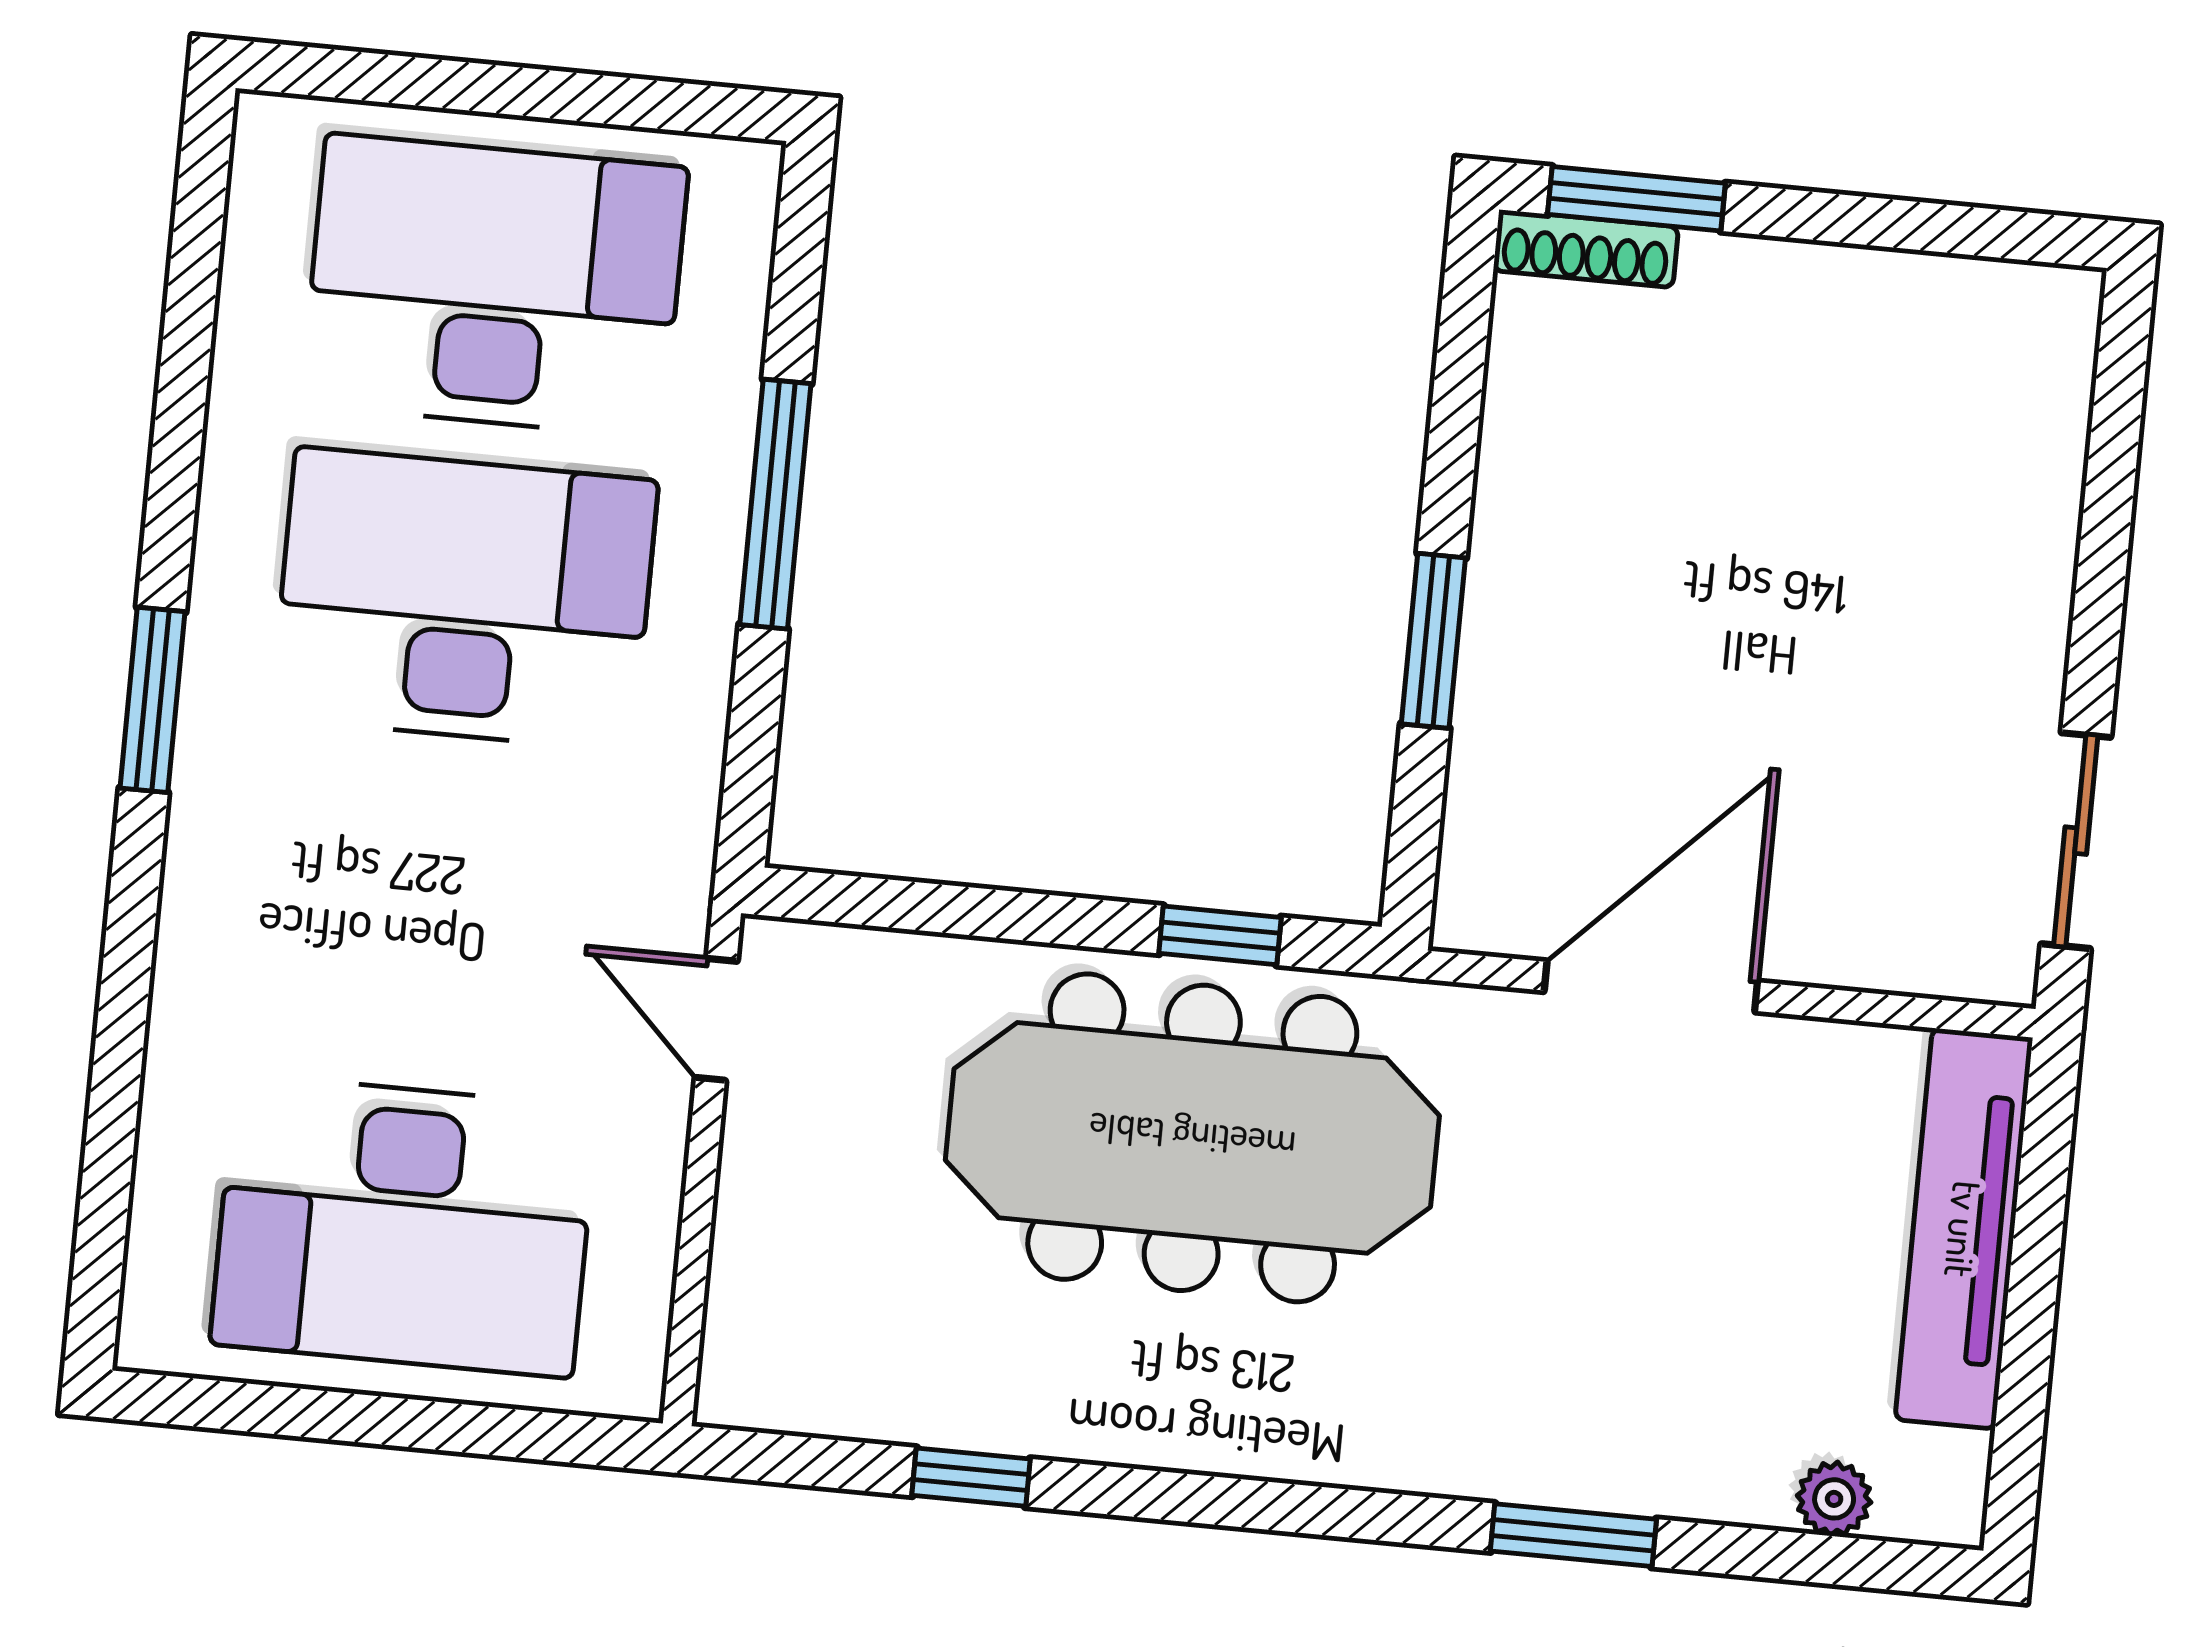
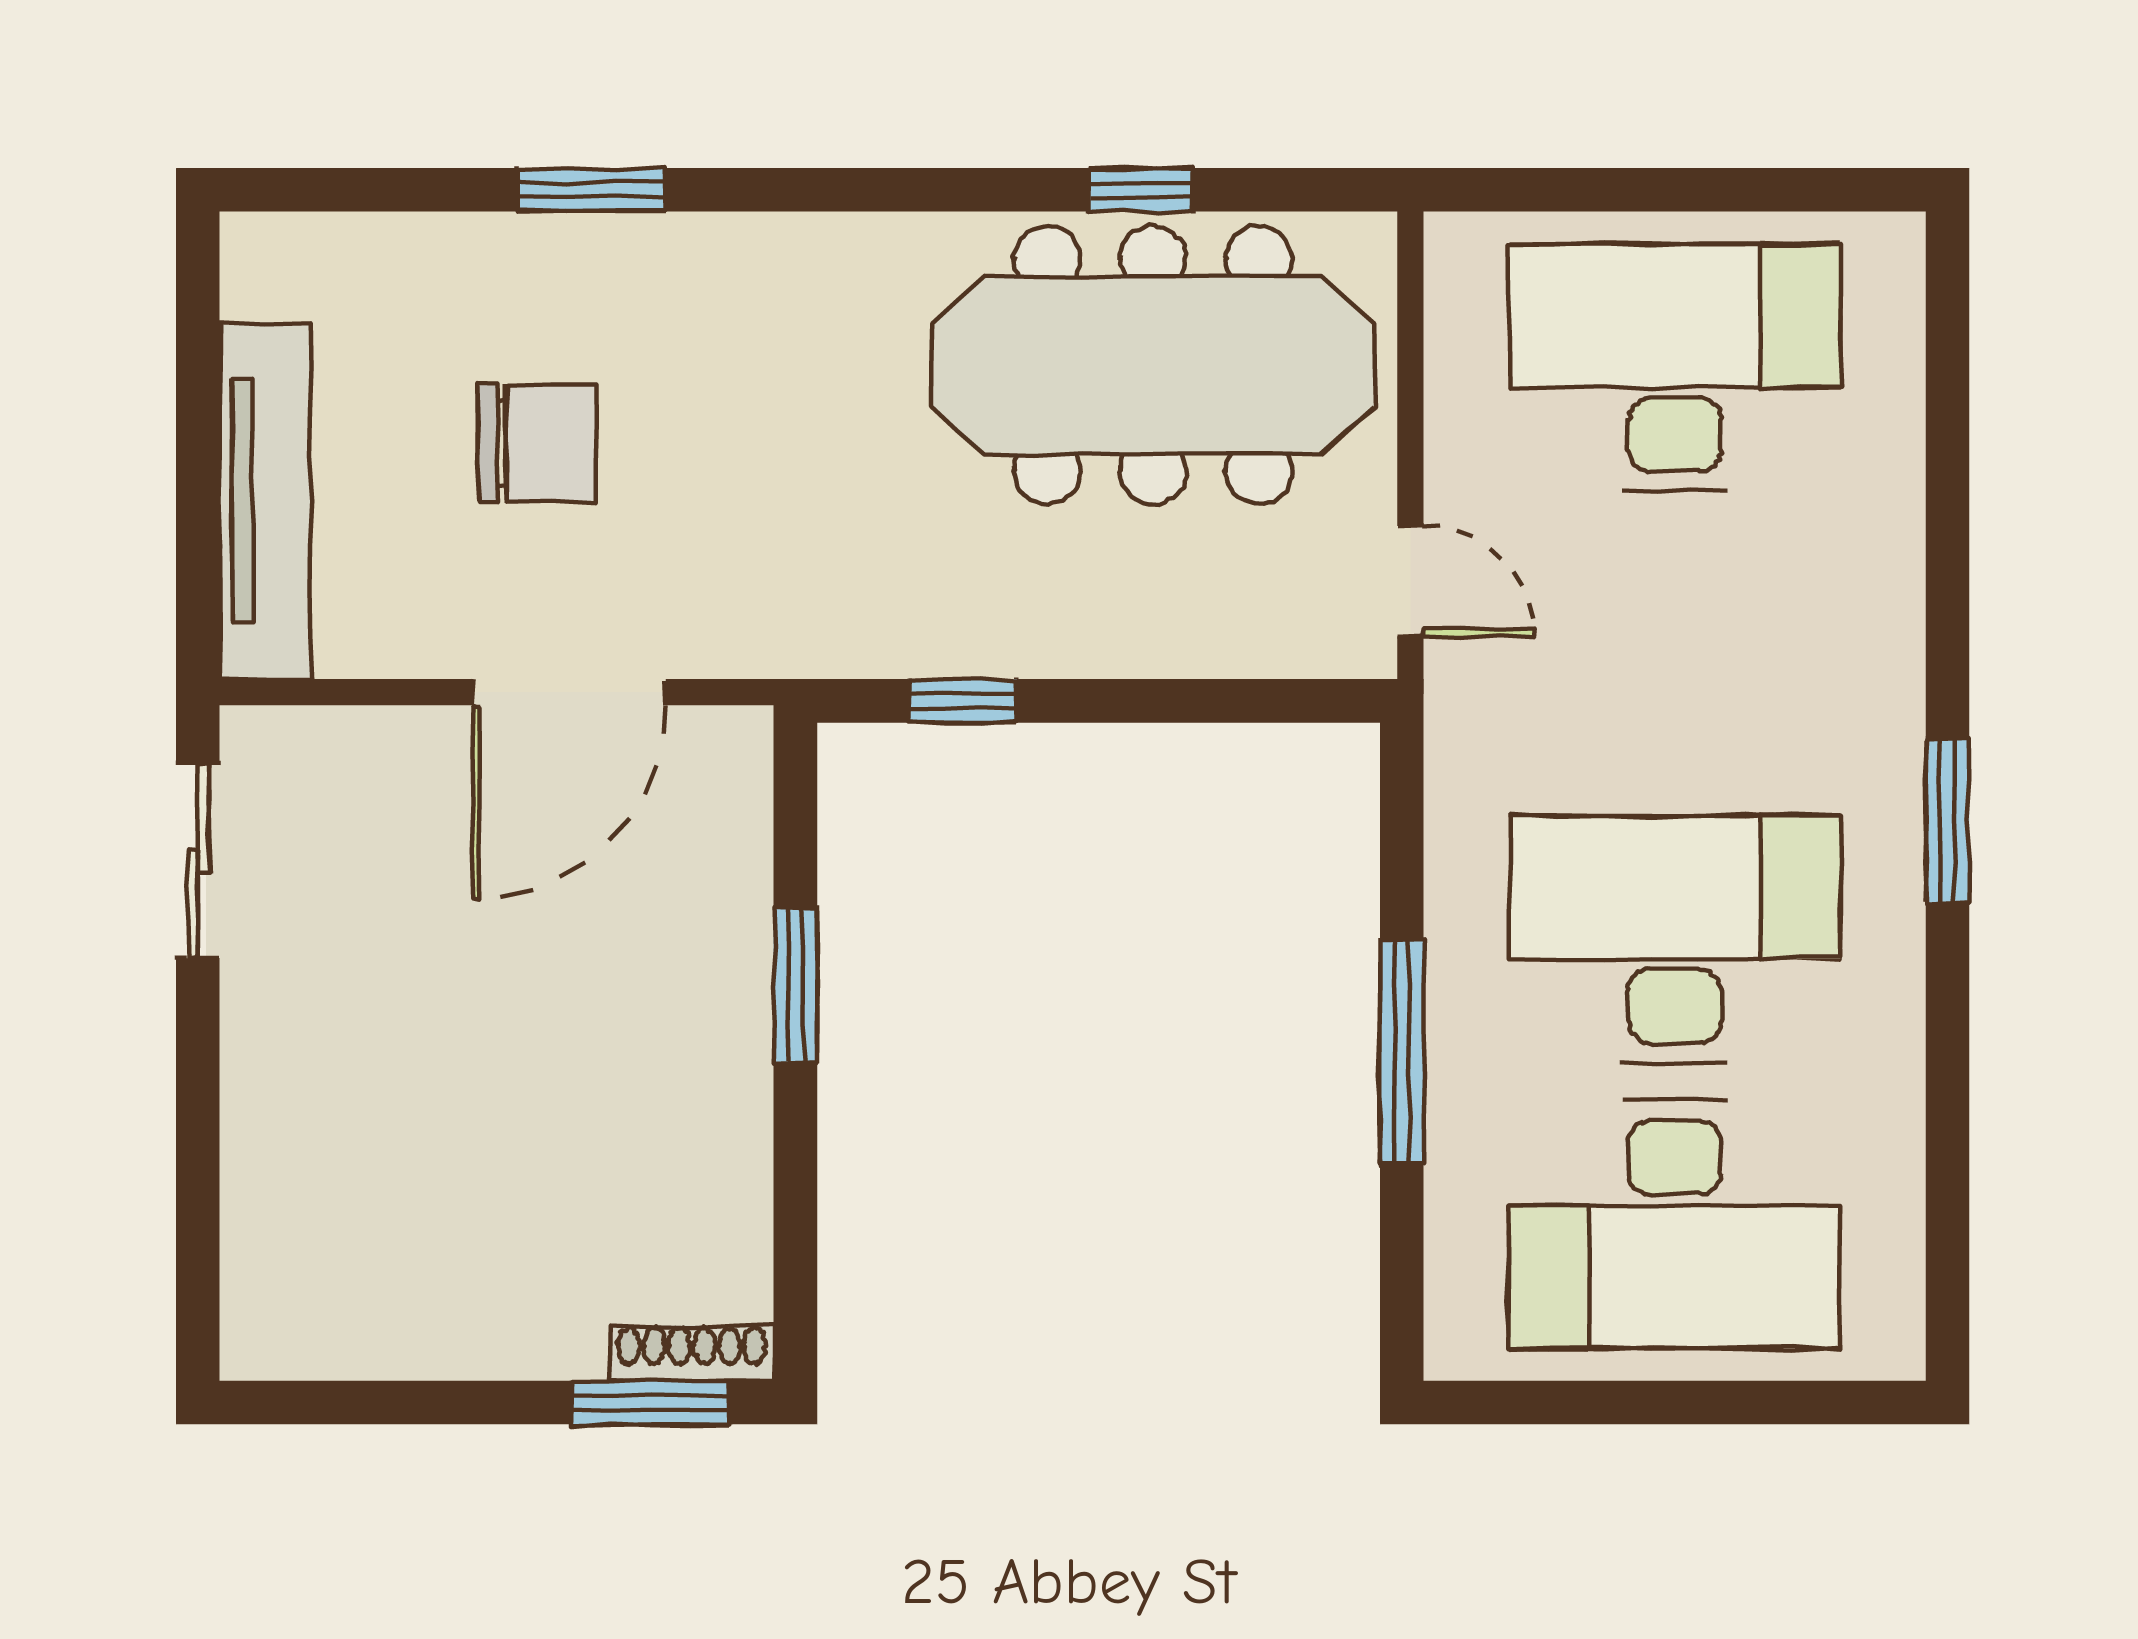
desk: (464, 599) -> (1675, 939), turned 180
meeting table: (1192, 1138) -> (1153, 365), moved
chair: (1660, 1263) -> (537, 443), added
plant: (1834, 1499) -> (359, 245), removed

